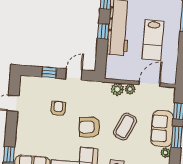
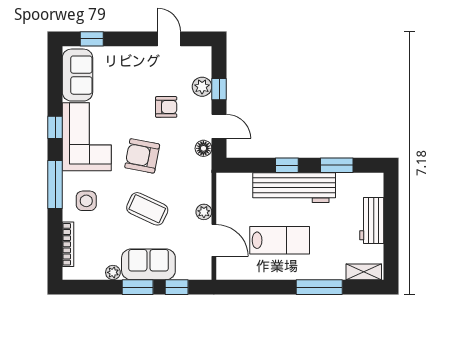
lab bench: (153, 40) -> (280, 240), turned 180
floor lamp: (88, 86) -> (203, 148), added
plant: (117, 89) -> (202, 87), moved
armchair: (90, 127) -> (142, 156), turned -75

